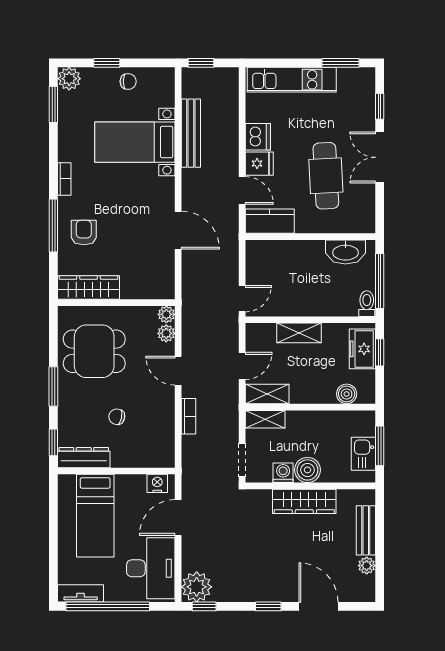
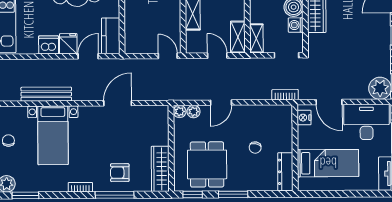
bookcase: (188, 416) -> (285, 95), moved
window: (53, 442) -> (193, 195), moved

